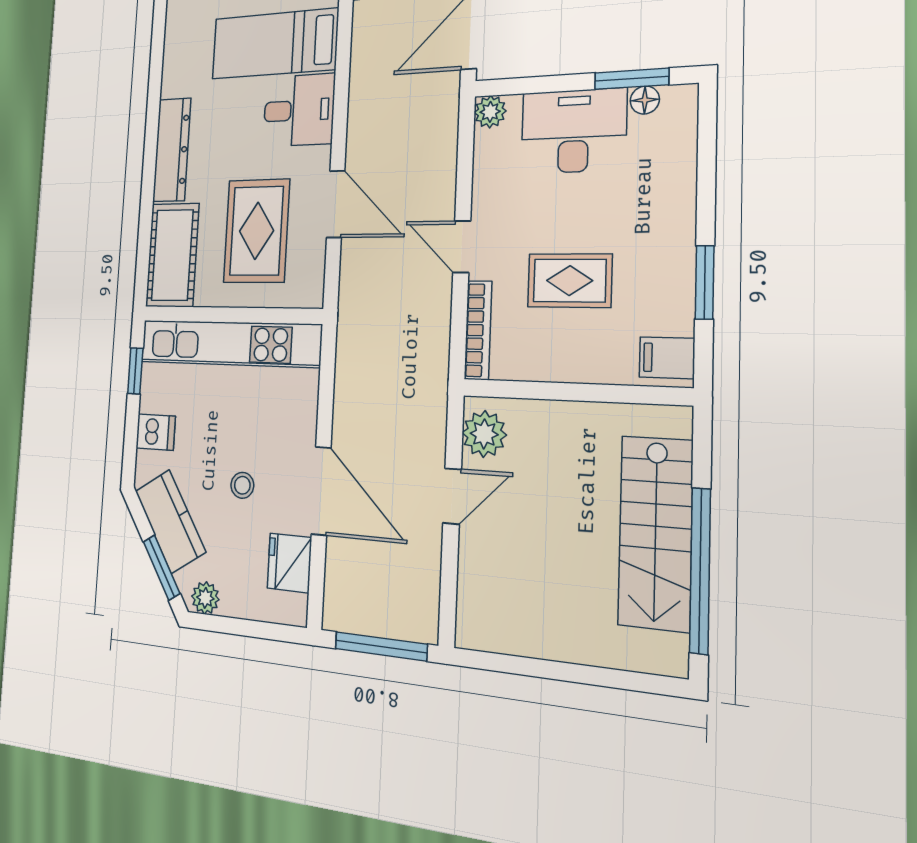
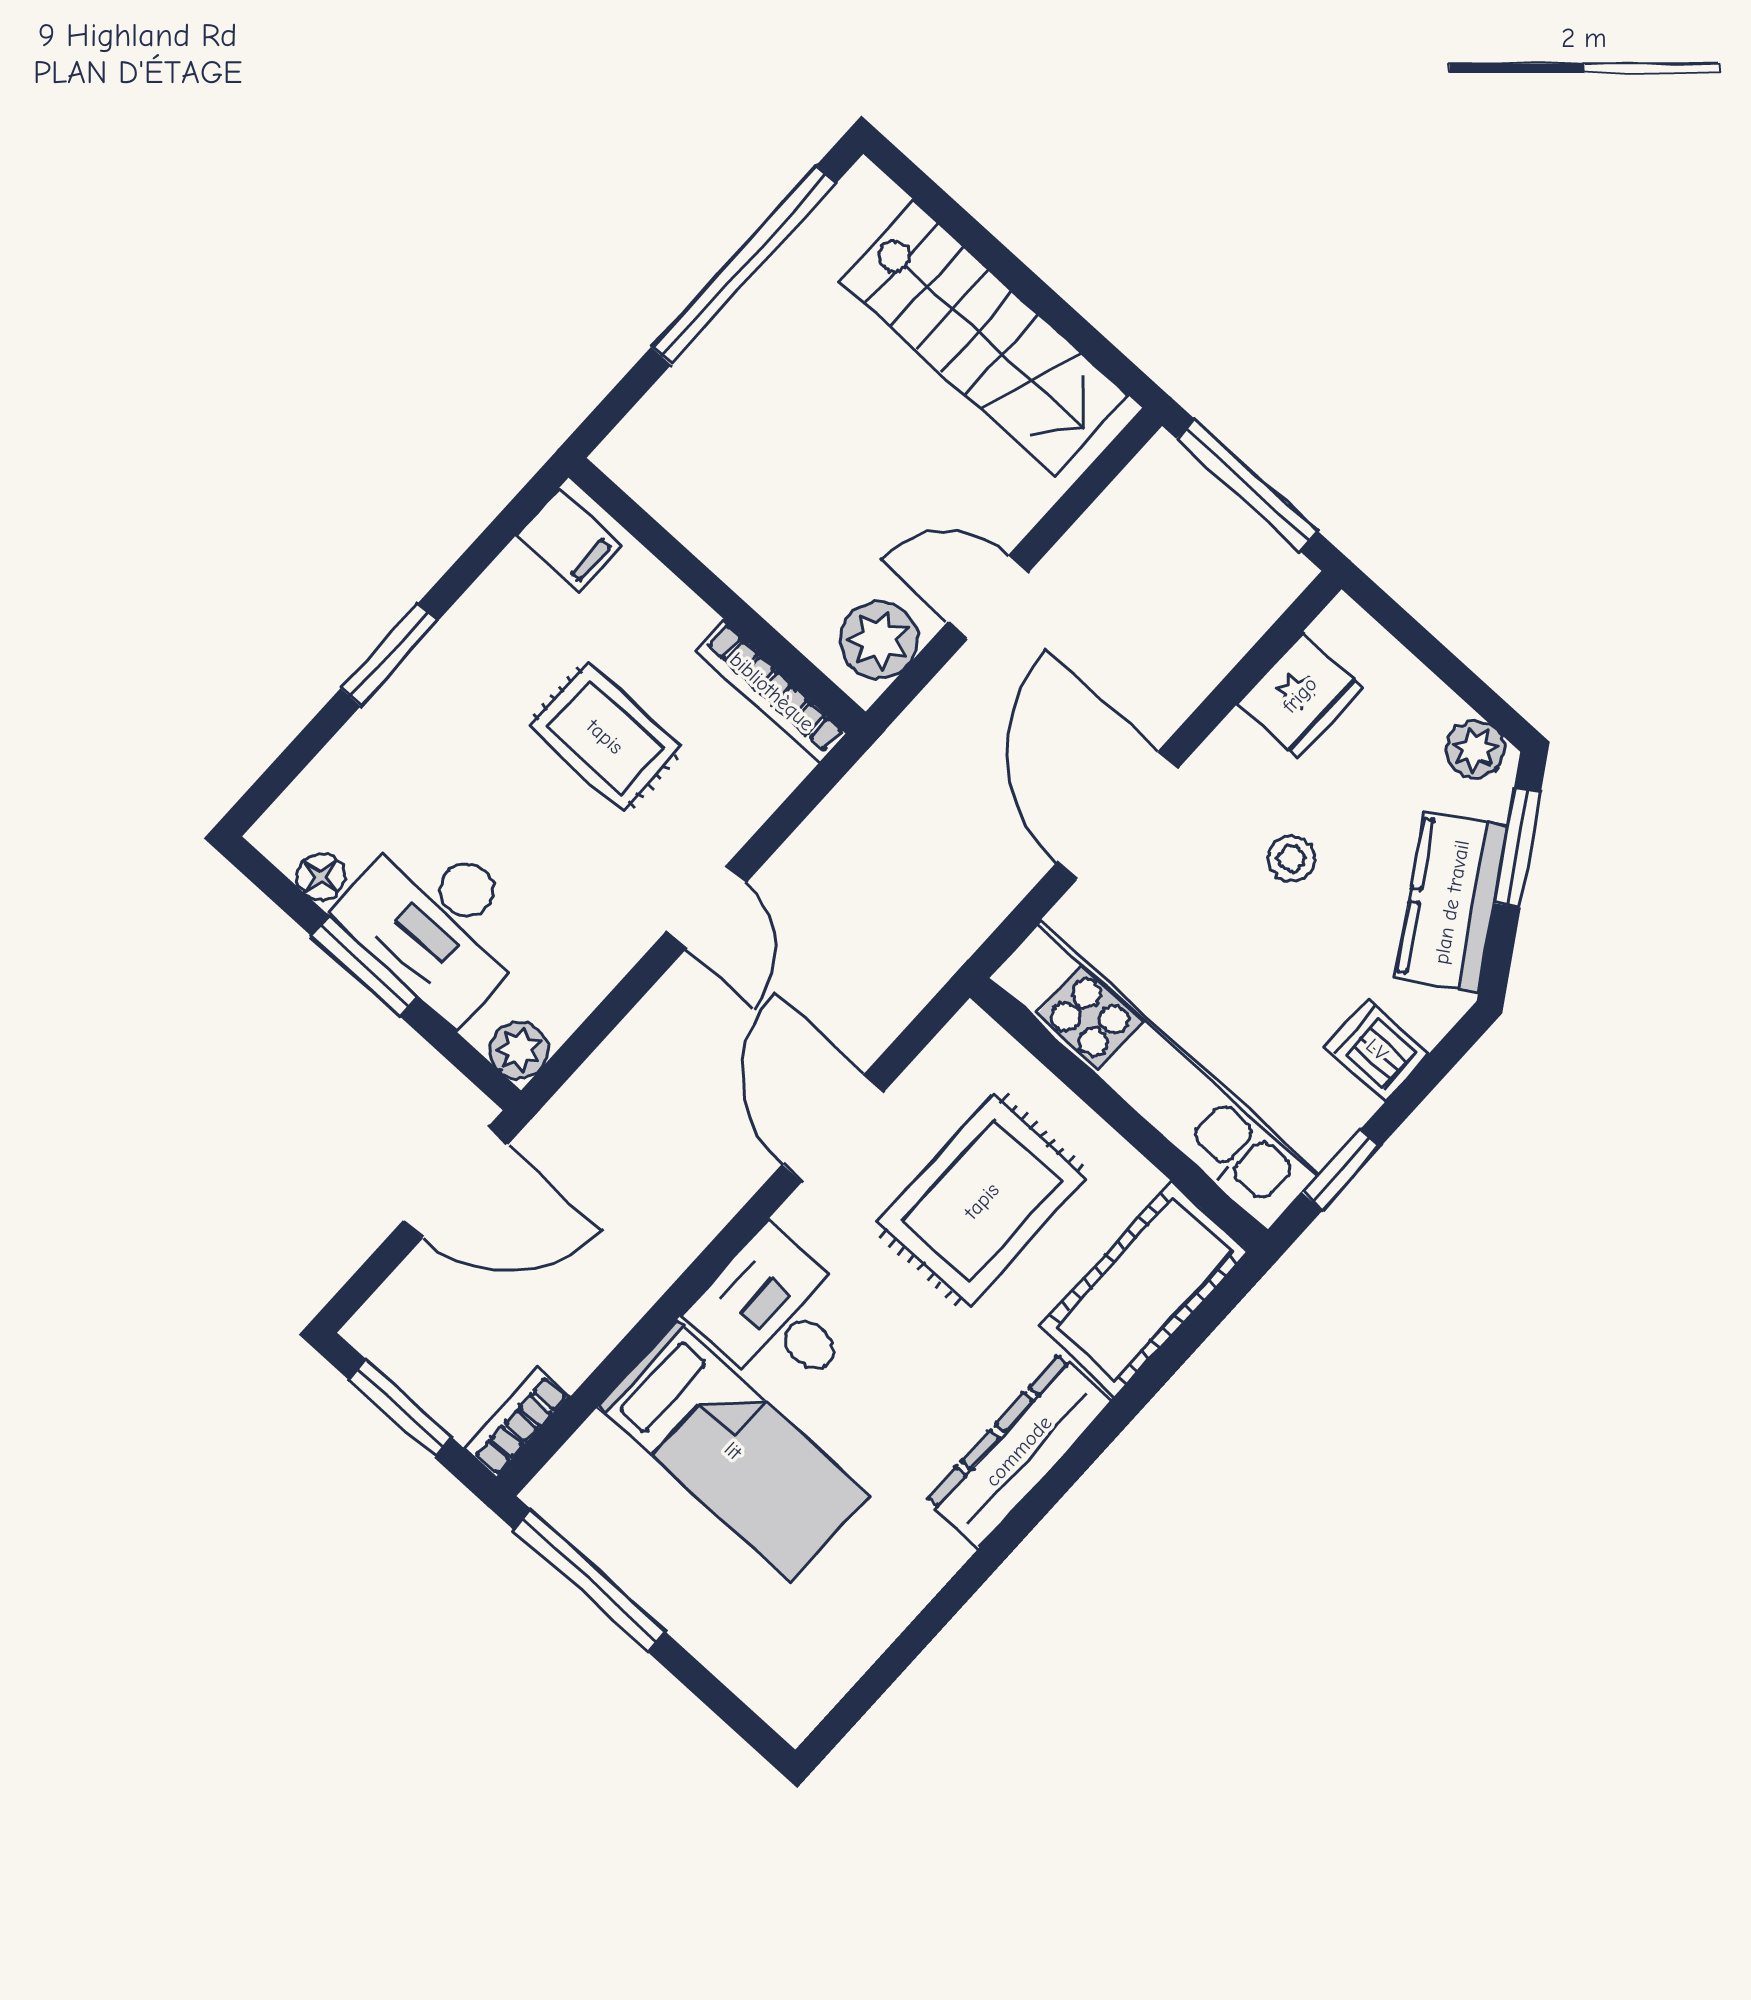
window: (632, 79) -> (365, 966), moved
window: (705, 282) -> (389, 655), moved
bookcase: (478, 330) -> (772, 692), moved, turned -90
door: (321, 491) -> (1117, 815), moved
stairs: (655, 533) -> (984, 338), moved, turned 90

